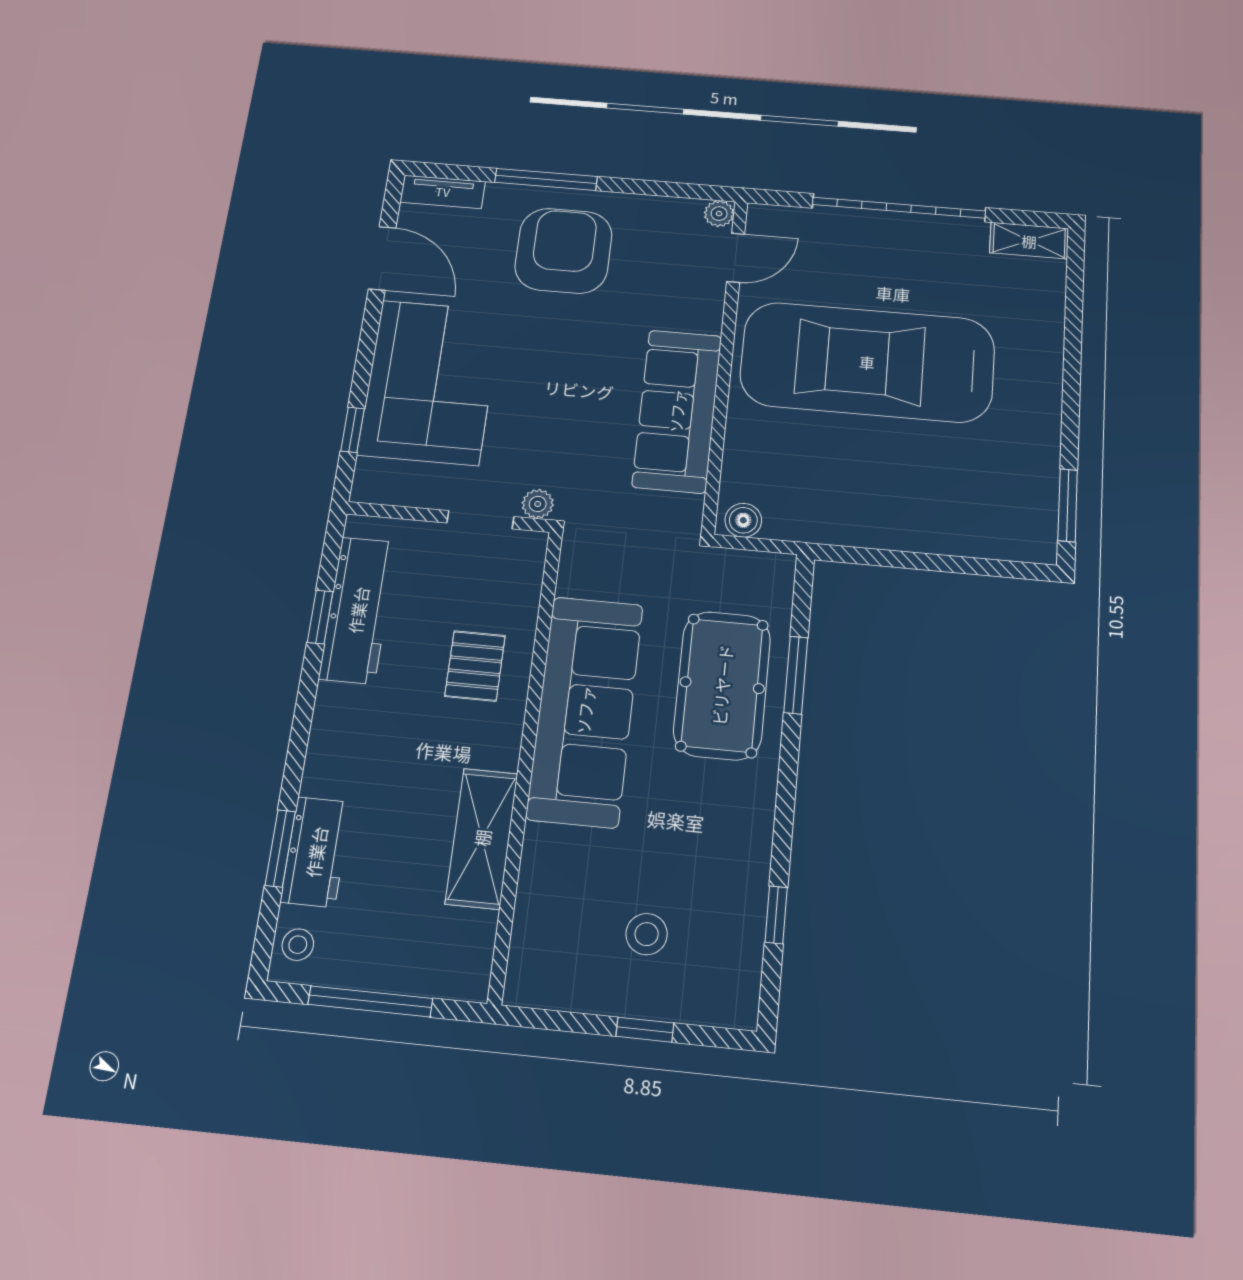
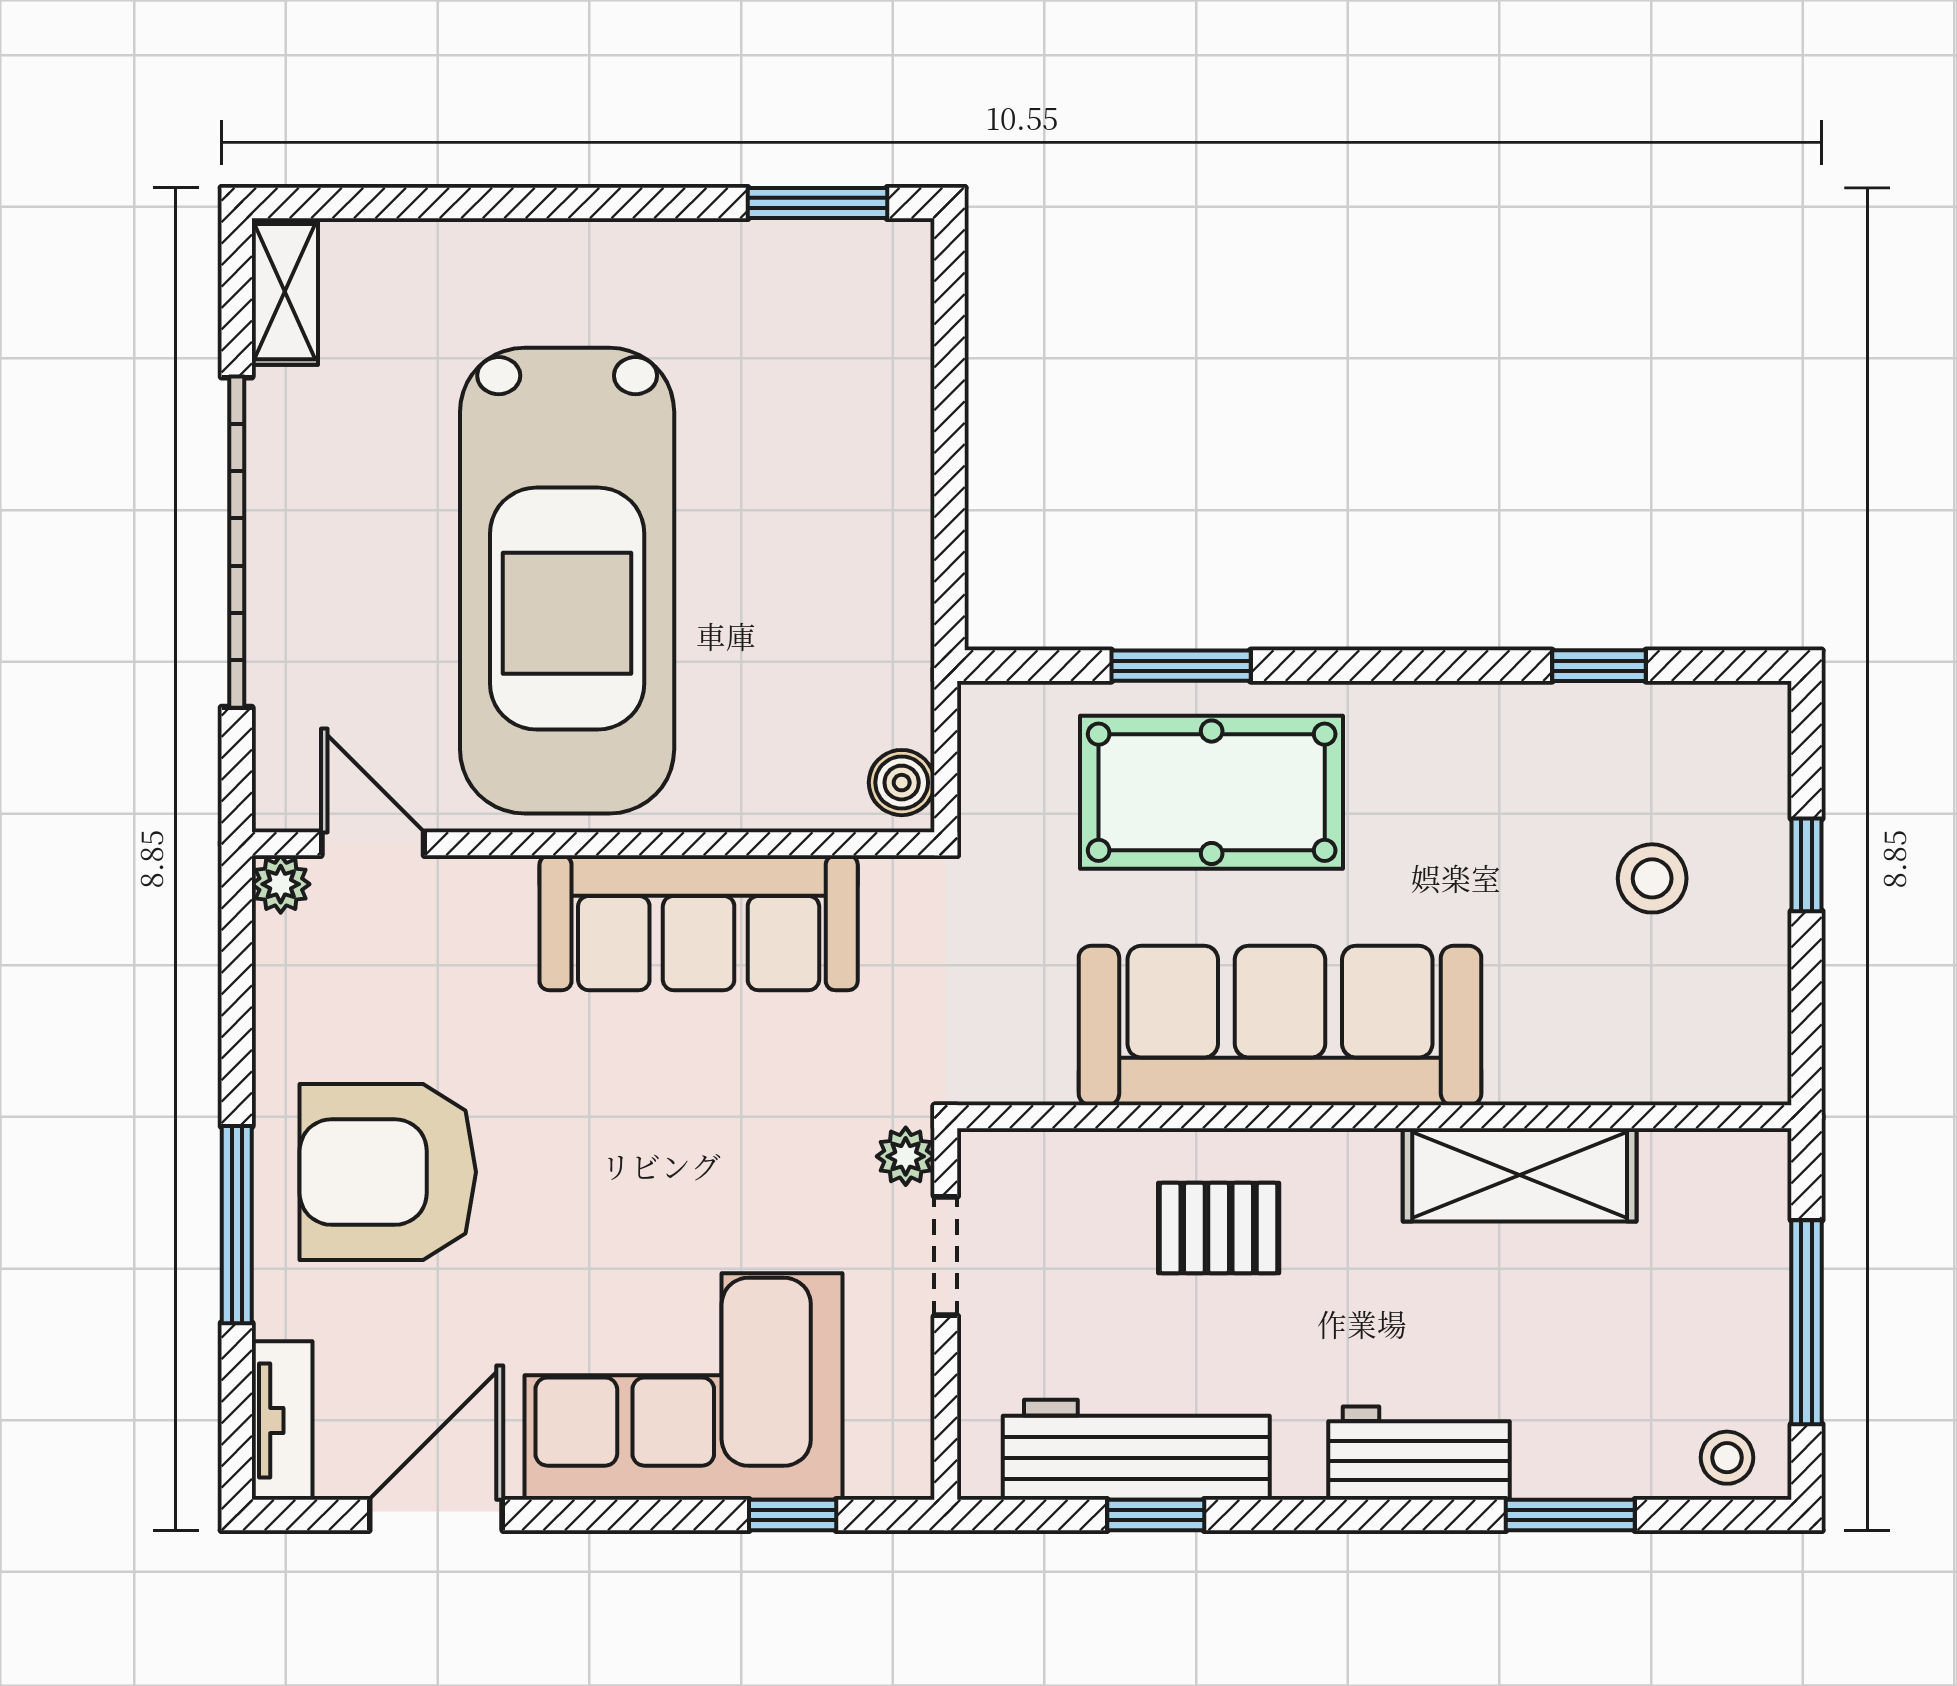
workbench: (316, 852) -> (1419, 1453), moved

